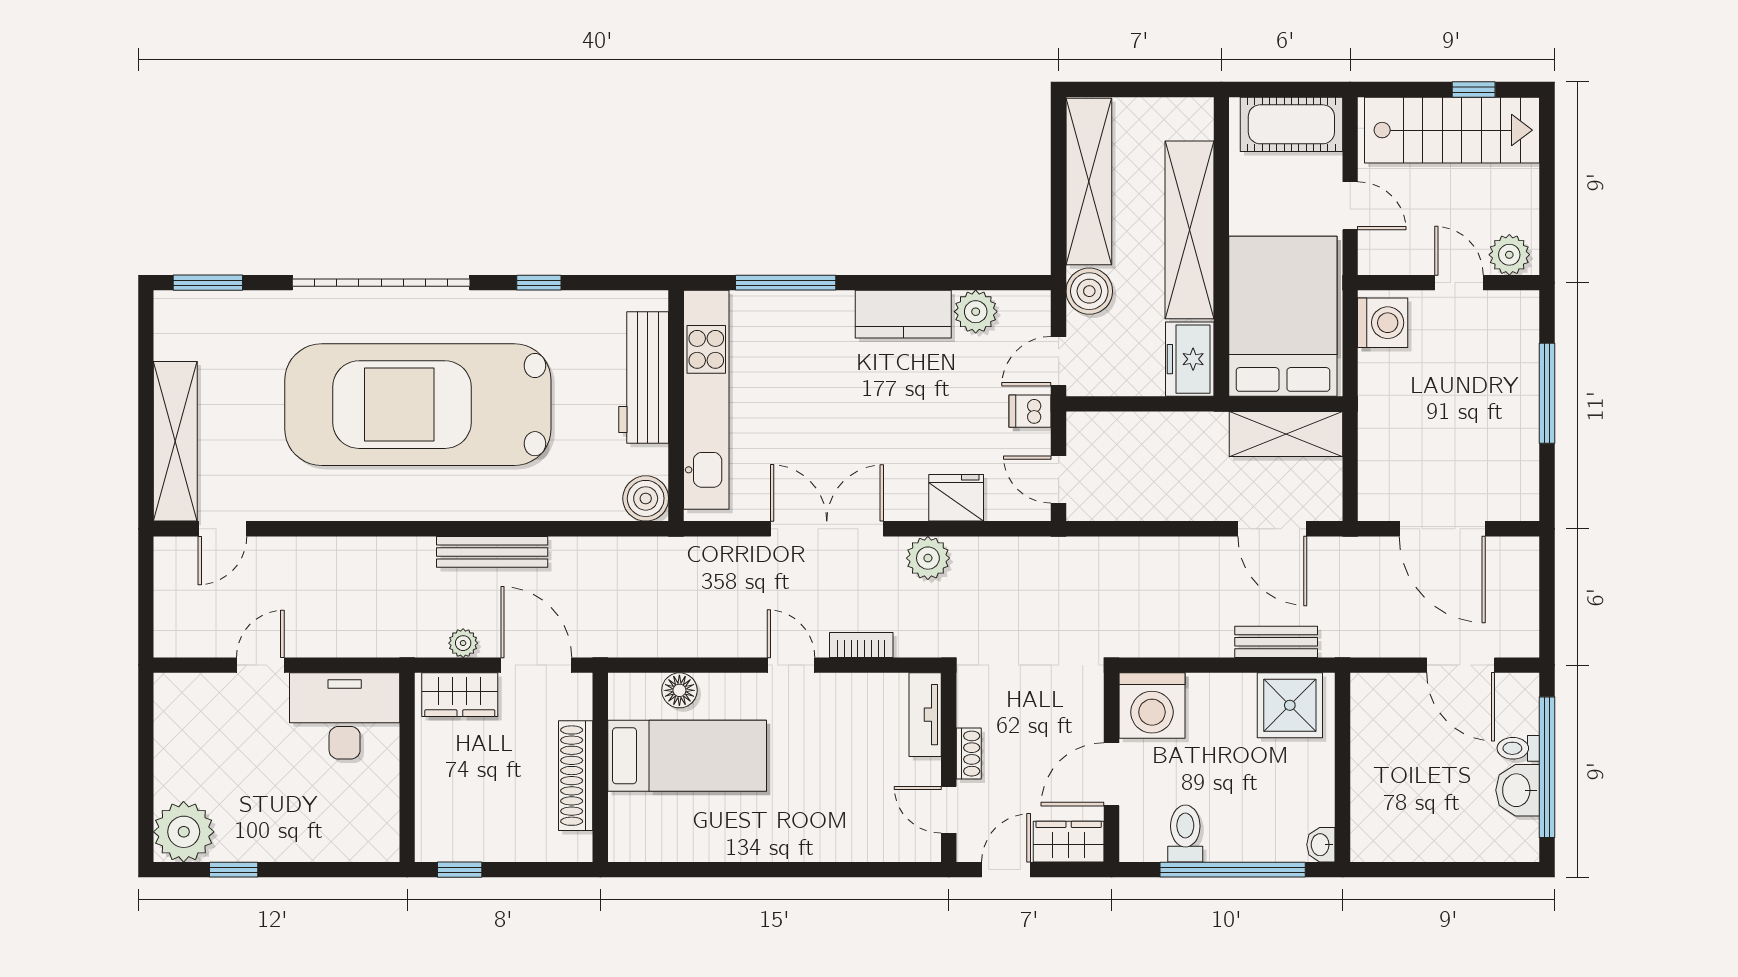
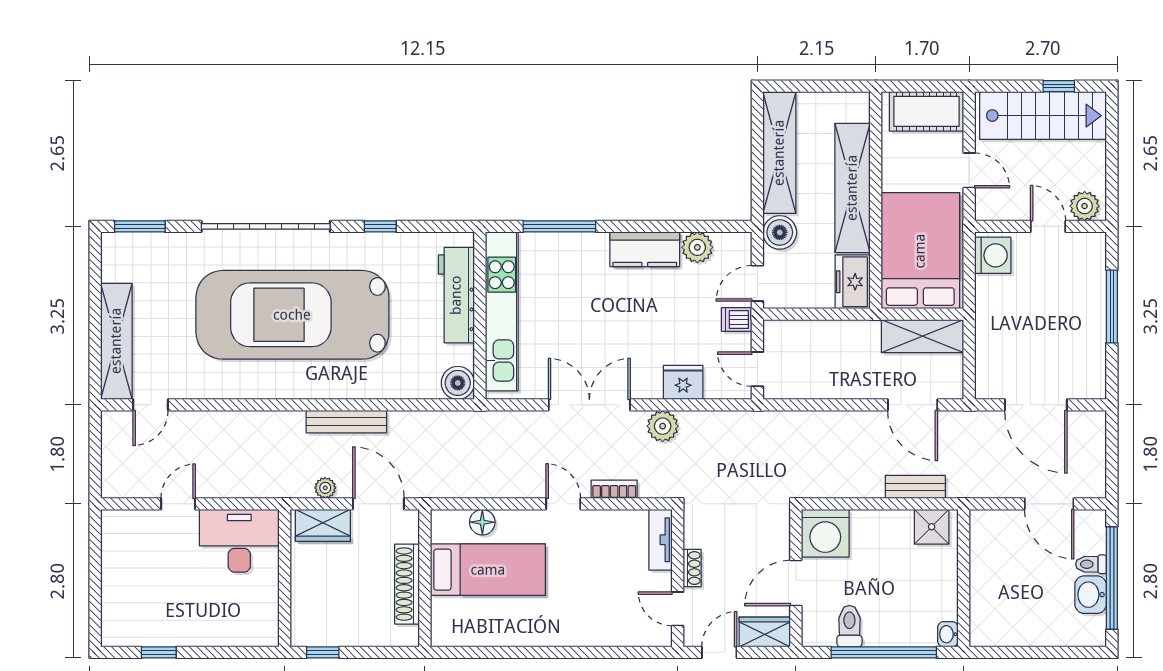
shower: (1290, 705) -> (932, 527), width x0.73, depth x0.73
plant: (184, 832) -> (123, 625), removed

